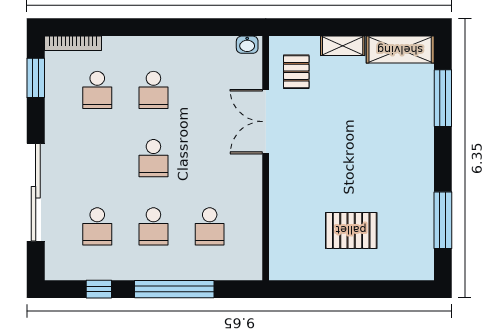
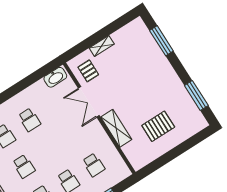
washbasin: (247, 45) -> (55, 77), width x1.91, depth x1.45
shelving: (400, 50) -> (116, 128), moved, turned 90
school desk: (153, 158) -> (24, 166), moved

